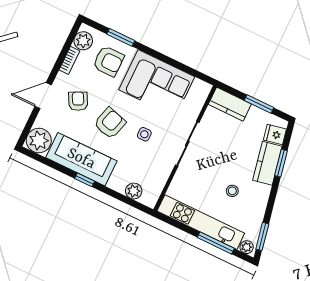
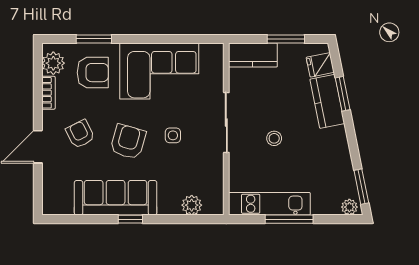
plant: (39, 141) -> (57, 200), removed
stool: (232, 191) -> (274, 138), moved
kitchen unit: (201, 222) -> (269, 204), width x0.73
window: (216, 243) -> (289, 219), moved

